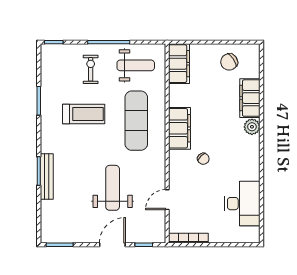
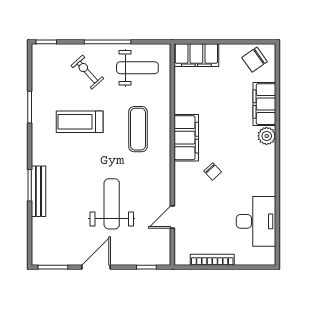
chair: (229, 62) -> (255, 60), moved
filing cabinet: (179, 64) -> (196, 55), moved, turned 90
exercise bike: (91, 69) -> (87, 72), turned -42
treadmill: (84, 114) -> (80, 122), turned 180
exercise mat: (136, 121) -> (138, 129), width x0.73, depth x0.69
bookcase: (188, 238) -> (212, 260), moved
door: (112, 245) -> (96, 267), moved

